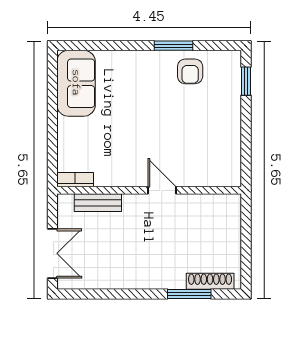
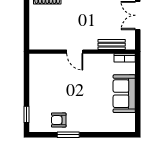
armchair: (190, 71) -> (59, 120), turned -90
sofa: (76, 83) -> (124, 94), moved

